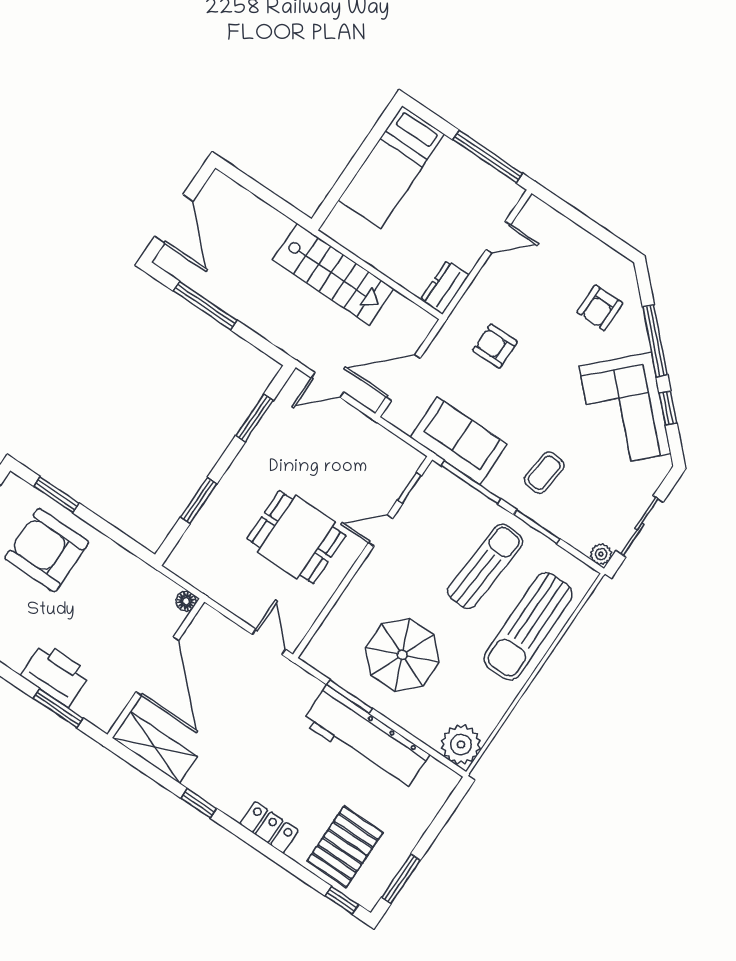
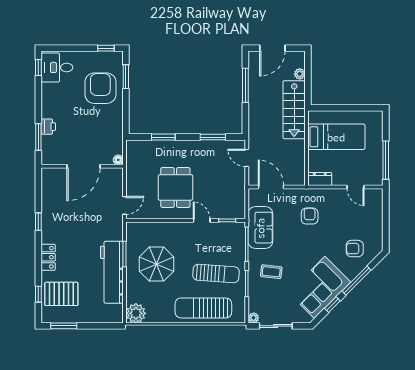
bed: (391, 167) -> (336, 137), moved, turned 180
plant: (247, 203) -> (300, 74), added
stairs: (333, 274) -> (294, 110), moved
printer: (56, 674) -> (48, 127), width x0.53, depth x0.68
shelving: (155, 747) -> (49, 188), removed
window: (342, 900) -> (38, 294), moved

